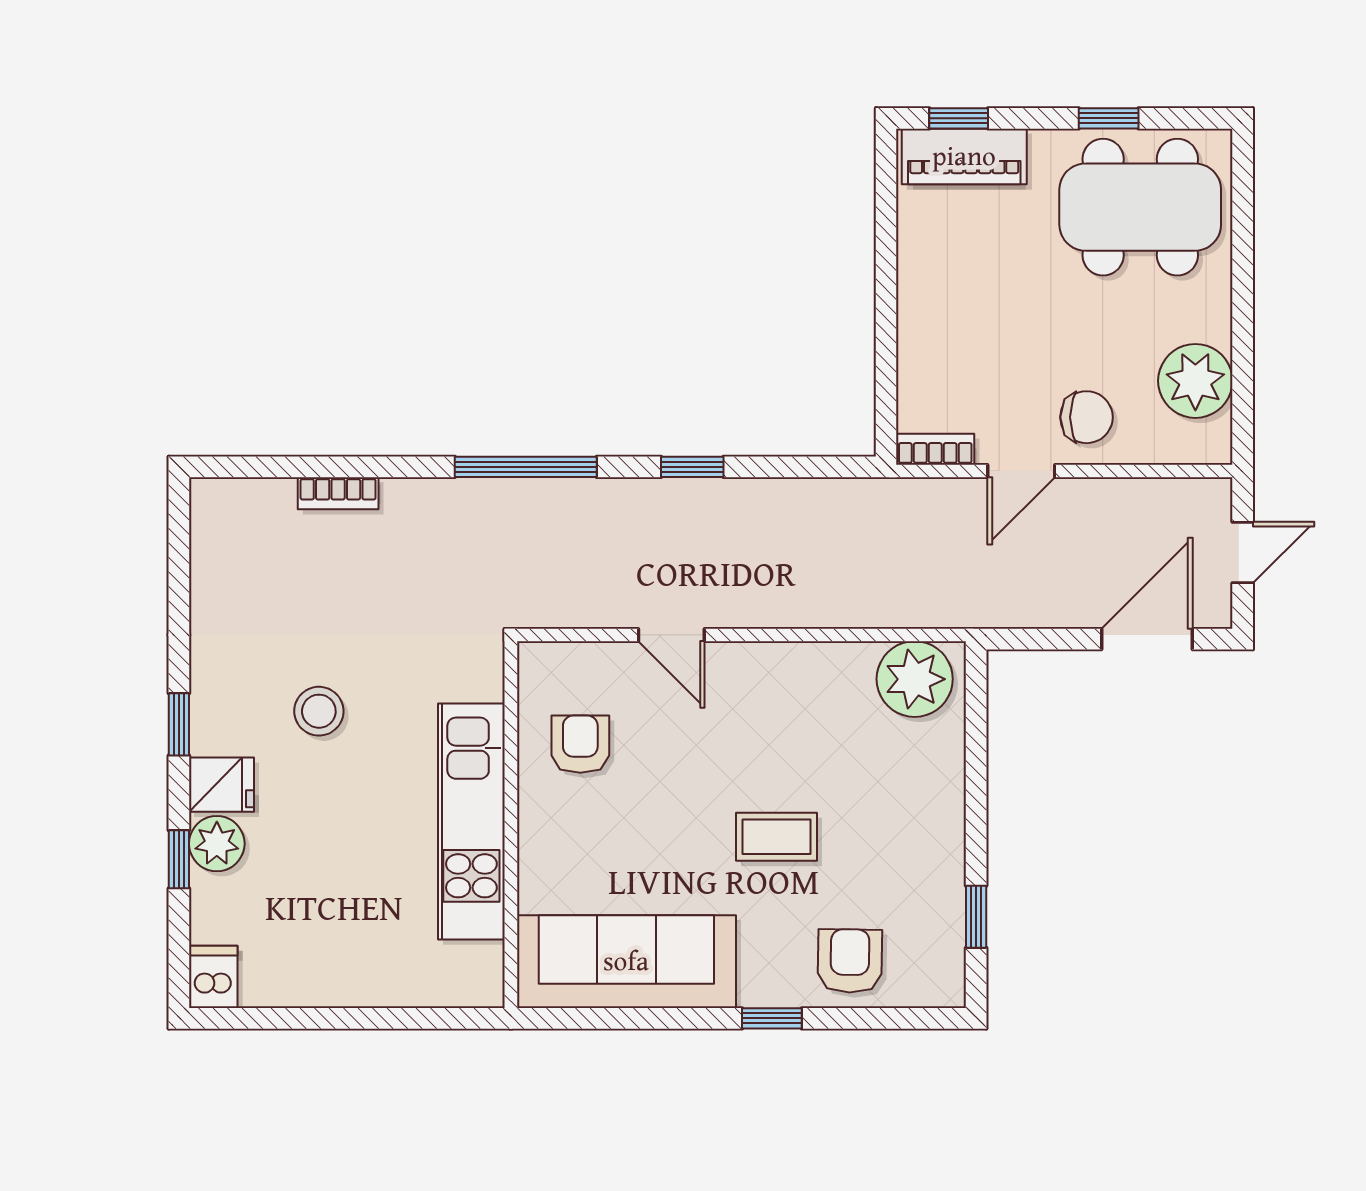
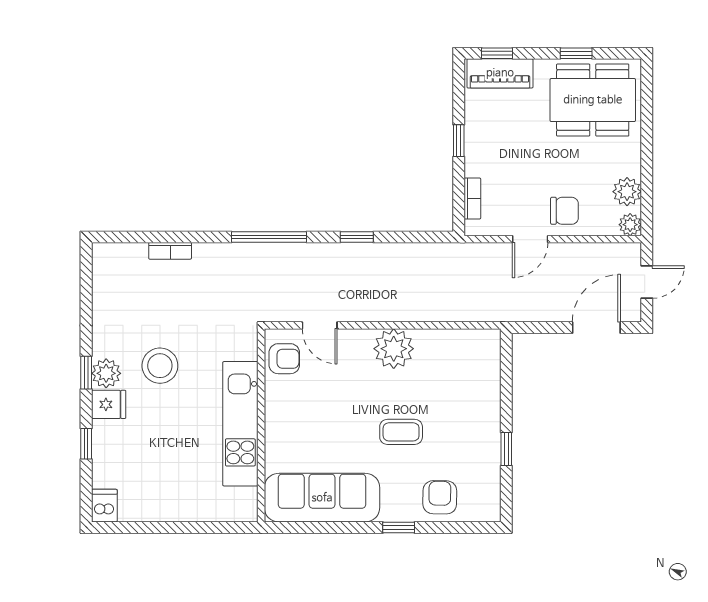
window: (886, 284) -> (459, 141), added
plant: (1195, 381) -> (627, 192), width x0.73, depth x0.73
plant: (1211, 443) -> (630, 225), added
bookcase: (935, 449) -> (472, 199), moved, turned 90
door: (671, 635) -> (320, 325), moved
plant: (915, 679) -> (394, 349), moved
stool: (319, 711) -> (160, 366), width x1.38, depth x1.38
armchair: (580, 744) -> (284, 359), moved, turned 90
plant: (217, 844) -> (106, 373), moved
window: (976, 917) -> (506, 449), moved

